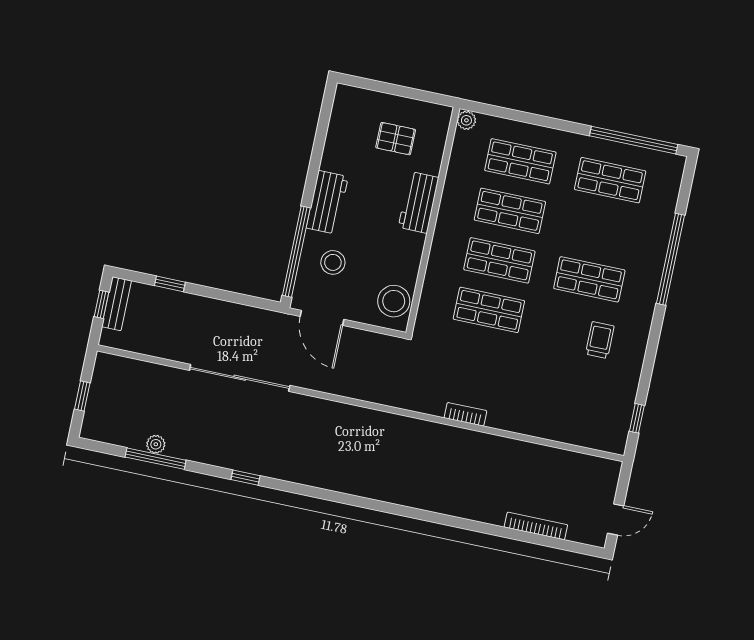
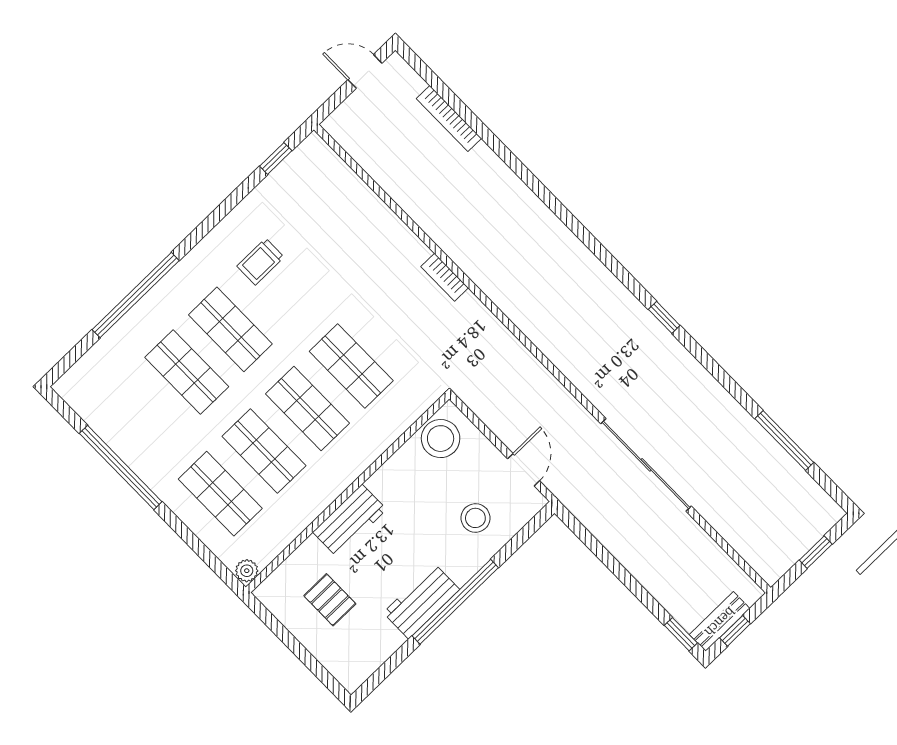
window: (634, 140) -> (121, 468), moved
shop shelf: (610, 180) -> (187, 372), moved
workbench: (327, 202) -> (421, 601), moved
window: (296, 252) -> (455, 602), moved
window: (170, 284) -> (681, 634), moved
door: (322, 318) -> (524, 470), width x0.73
plant: (156, 444) -> (774, 455), removed
window: (245, 478) -> (664, 317), moved

